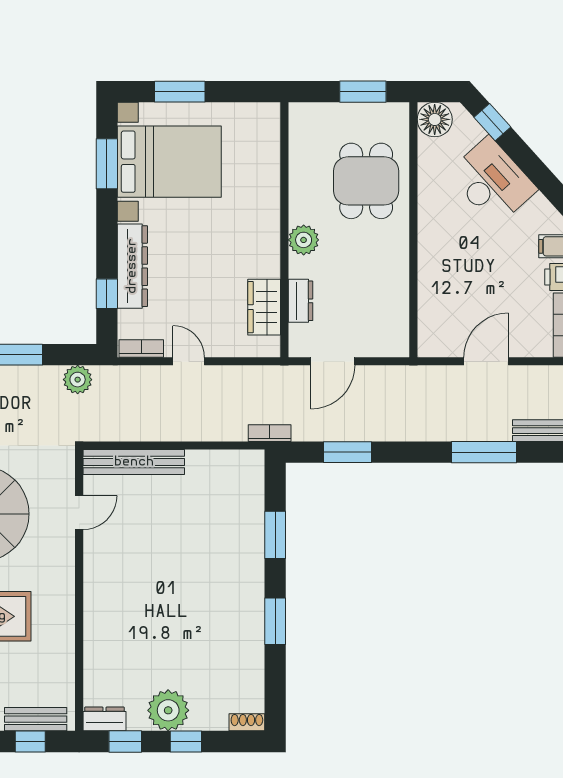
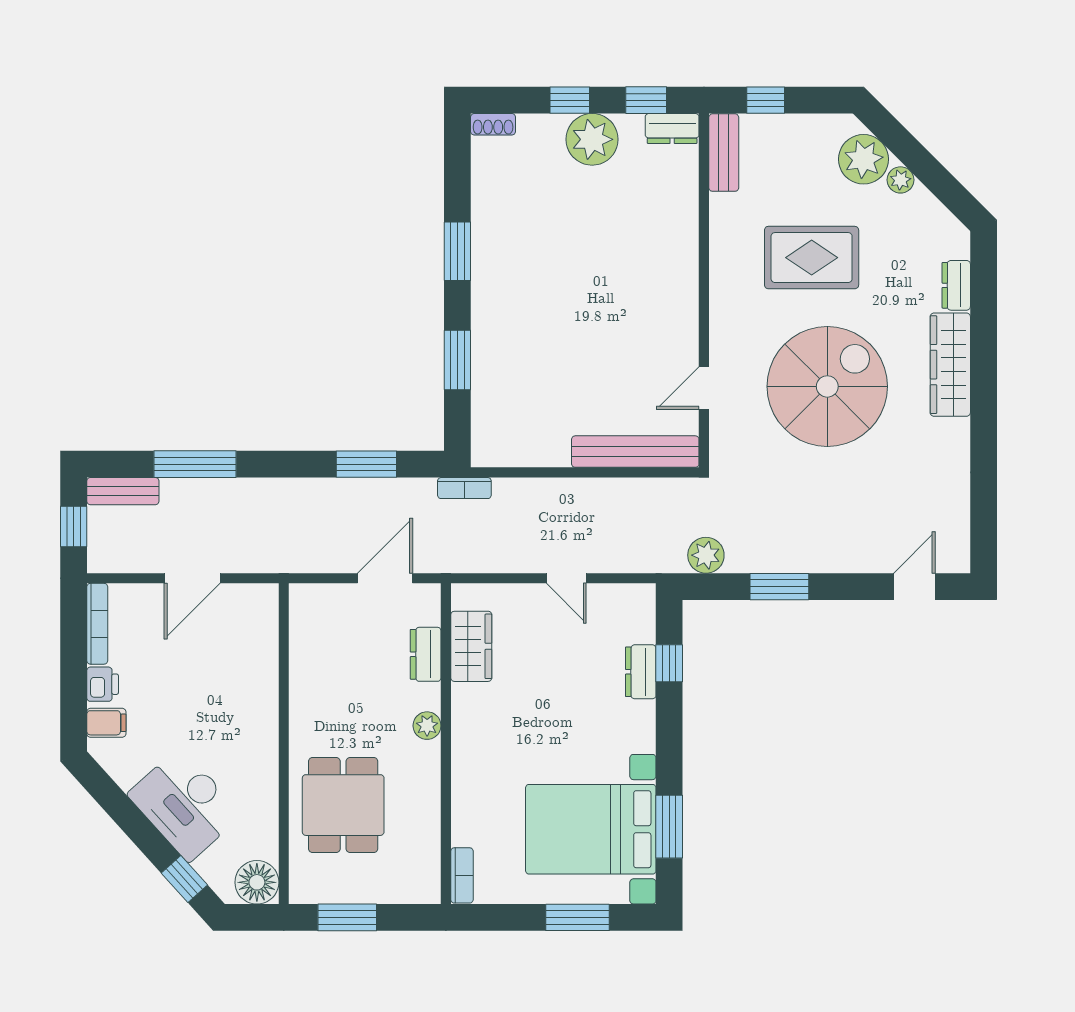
plant: (304, 240) -> (427, 726), width x0.73, depth x0.73
dresser: (132, 266) -> (641, 672), width x0.51, depth x0.80
bookcase: (141, 348) -> (462, 875), moved, turned -90
bench: (36, 719) -> (724, 153), moved, turned 90

